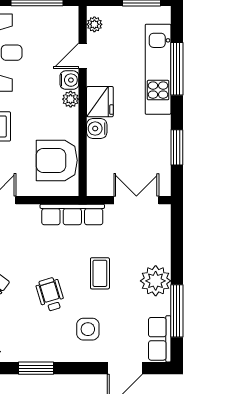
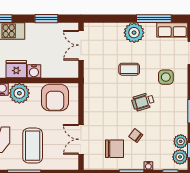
plant: (71, 99) -> (19, 93), width x1.88, depth x1.88
row of seats: (72, 214) -> (90, 87), removed

